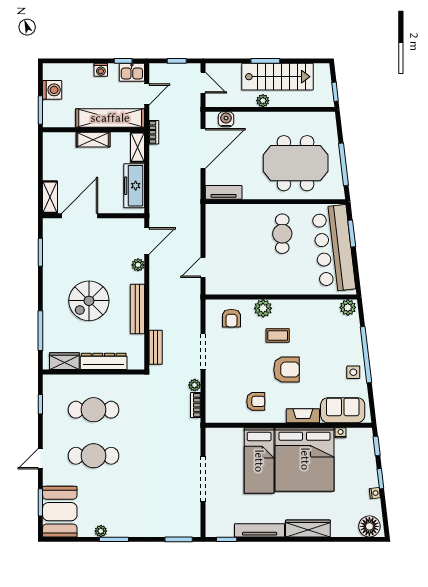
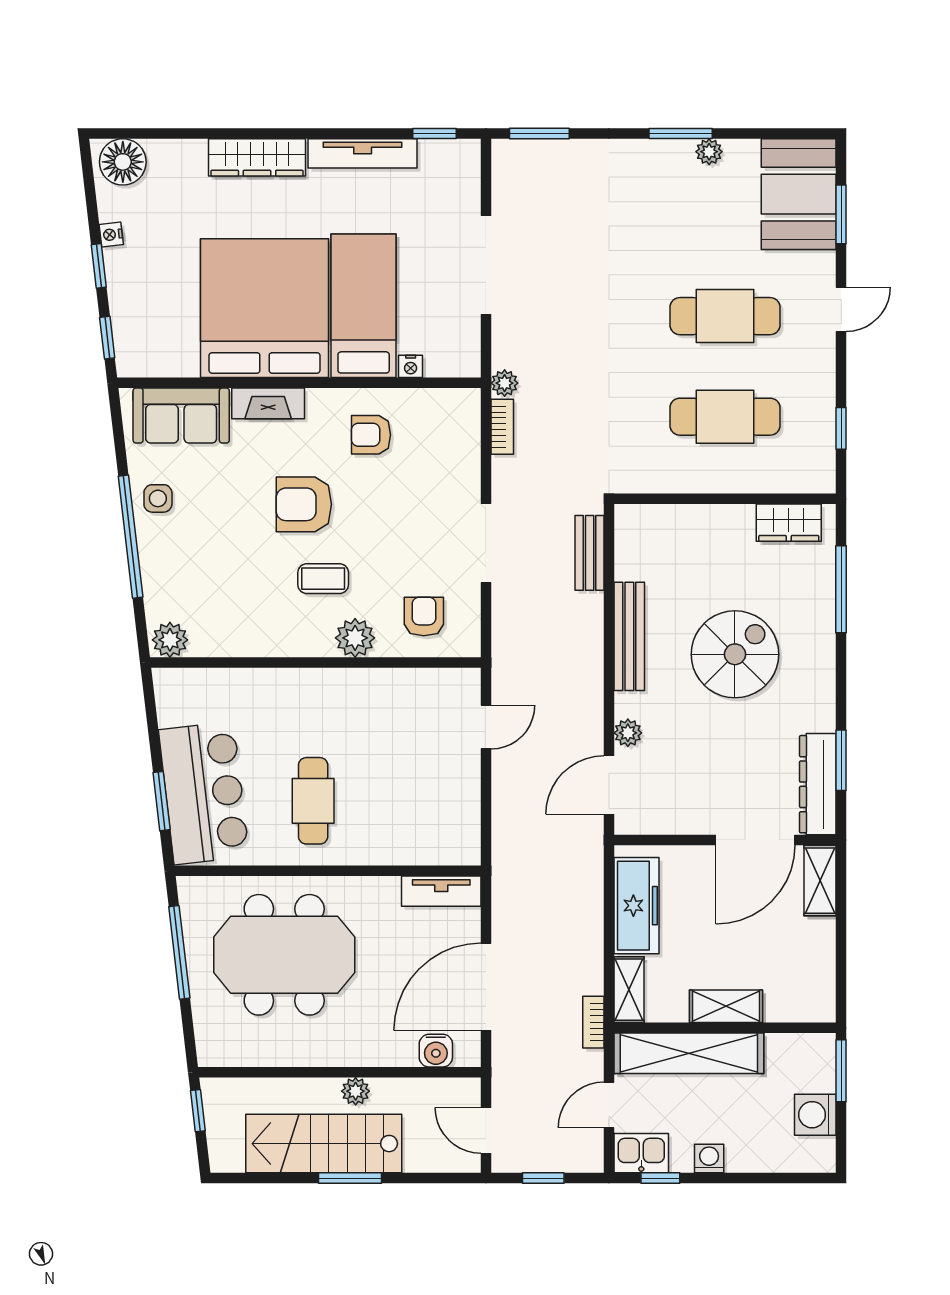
bar counter: (334, 249) -> (204, 793), width x0.73
dresser: (104, 361) -> (818, 784), moved, turned 90
plant: (195, 385) -> (505, 383), moved
nightstand: (341, 433) -> (411, 366), moved

